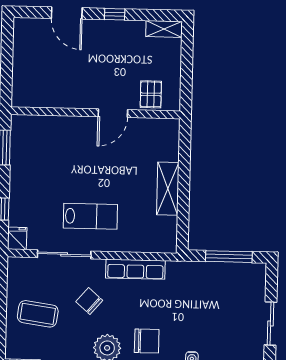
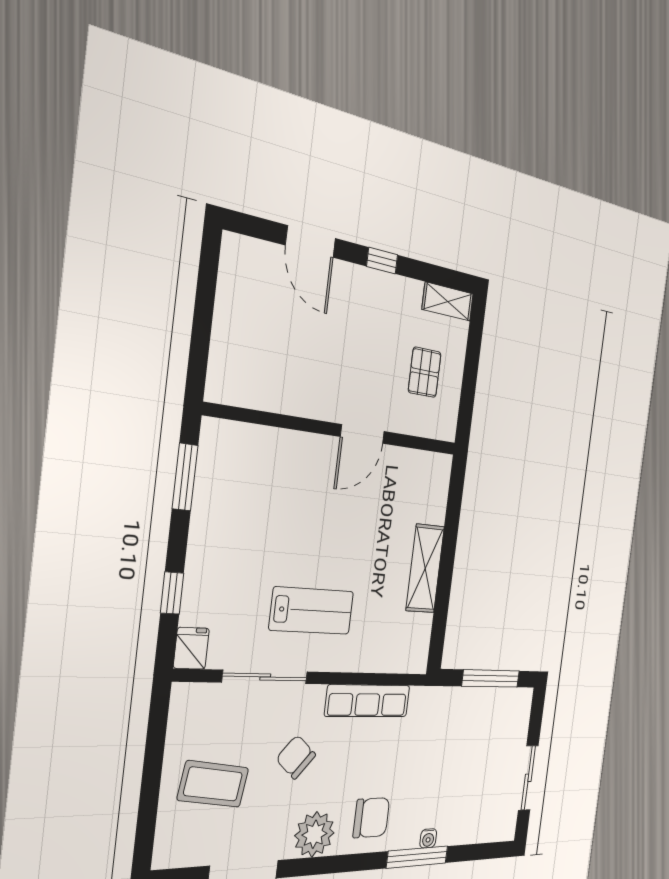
pallet: (151, 94) -> (425, 372), moved

